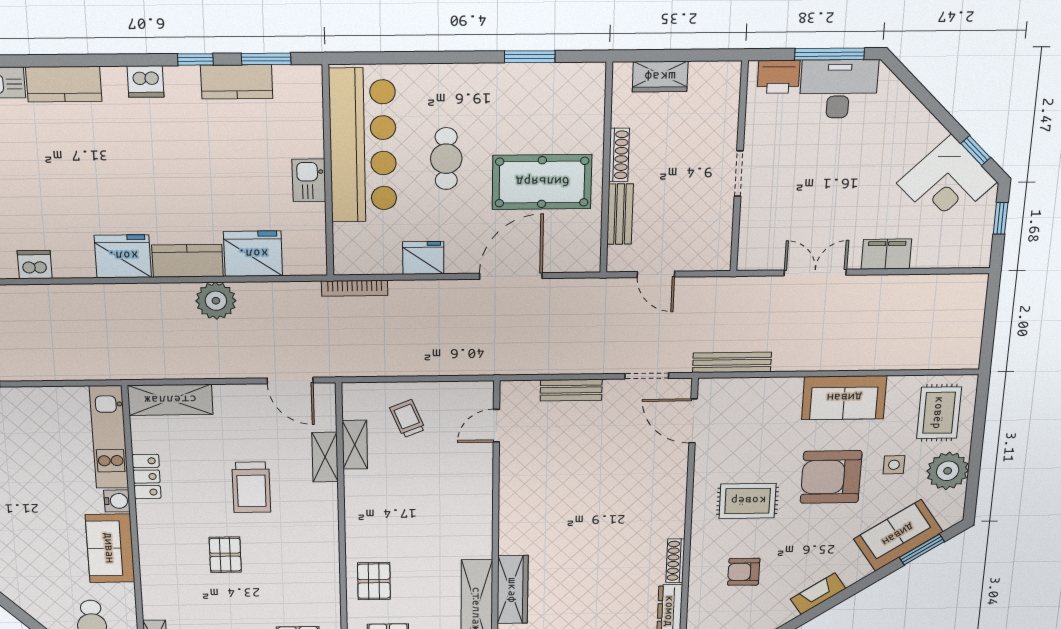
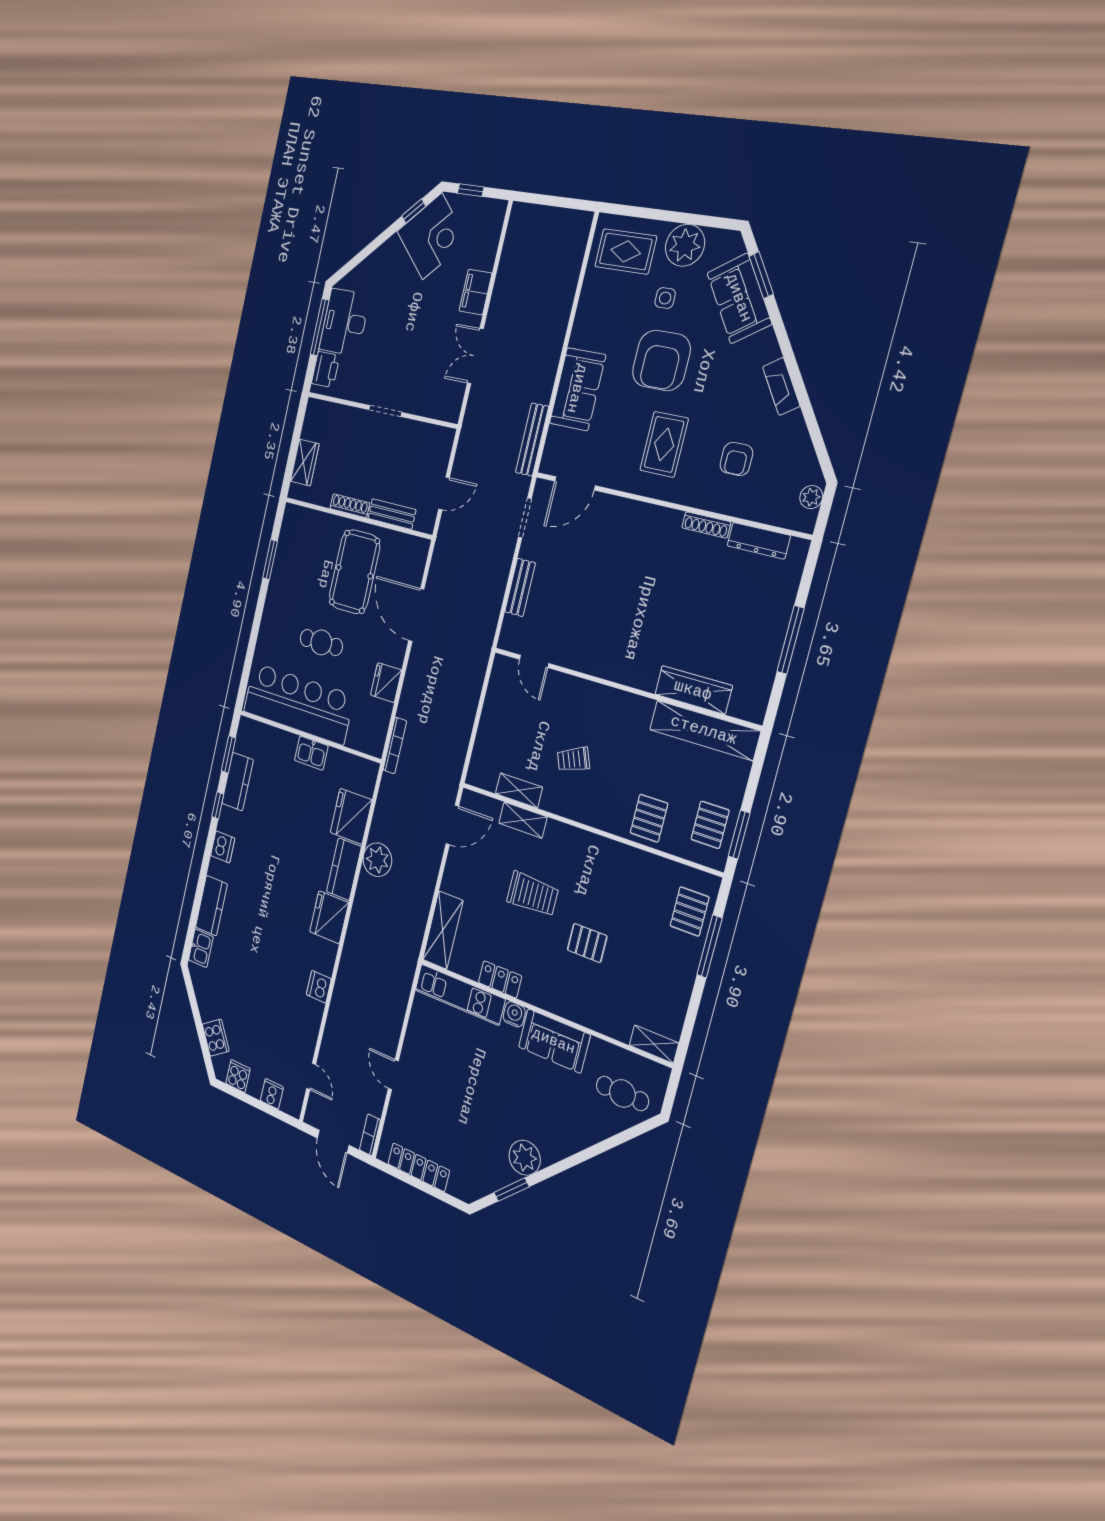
sofa: (844, 398) -> (577, 389), moved
trolley: (408, 419) -> (573, 759), moved
pallet: (374, 581) -> (649, 818), turned 90

